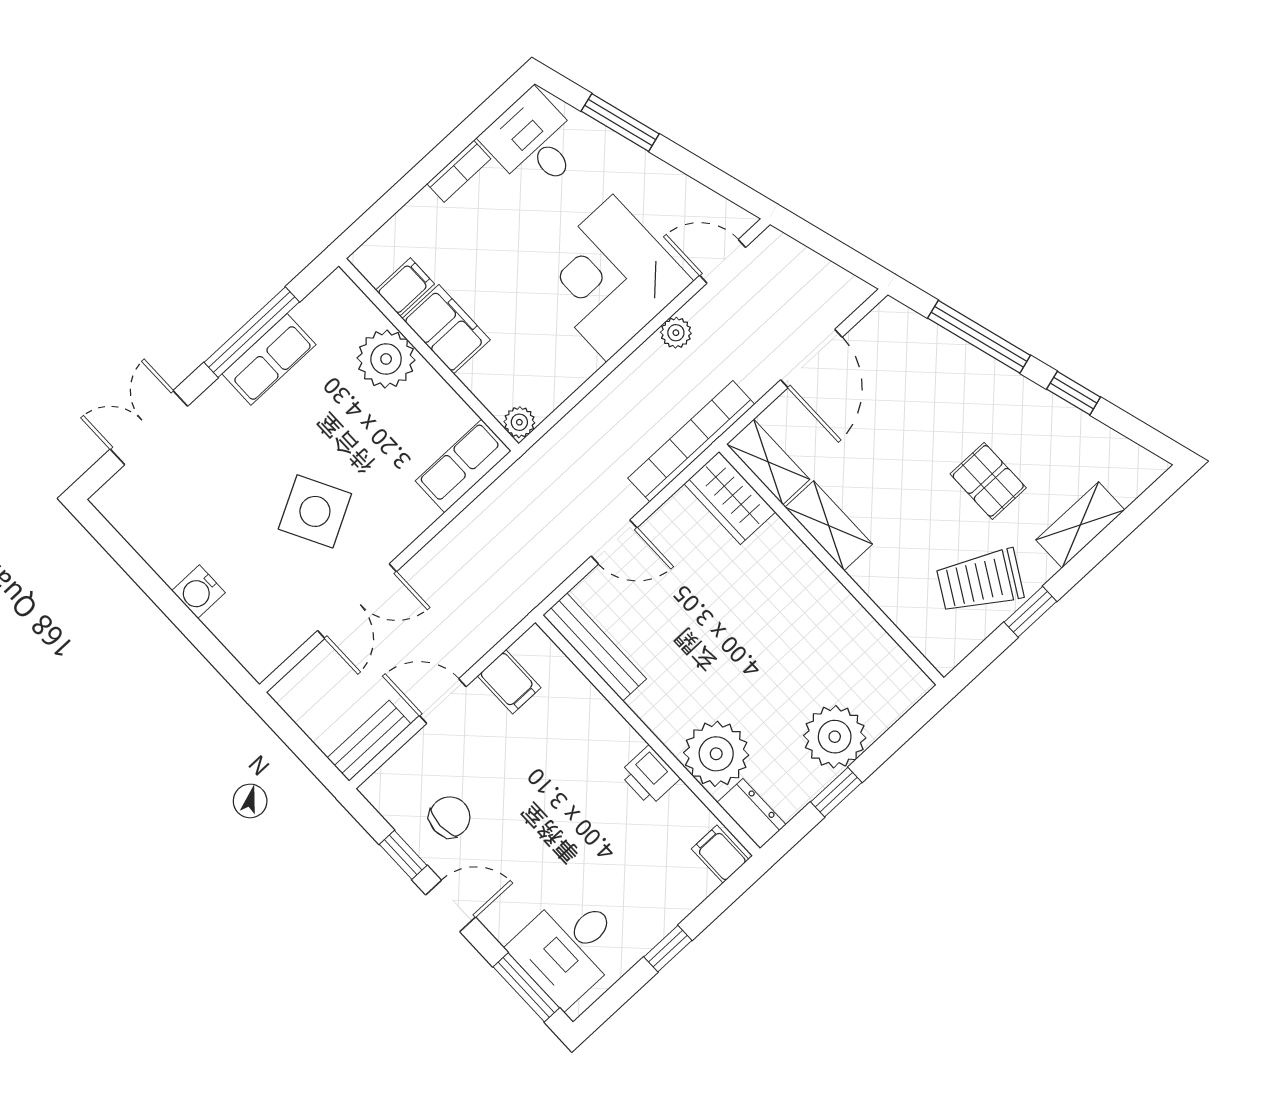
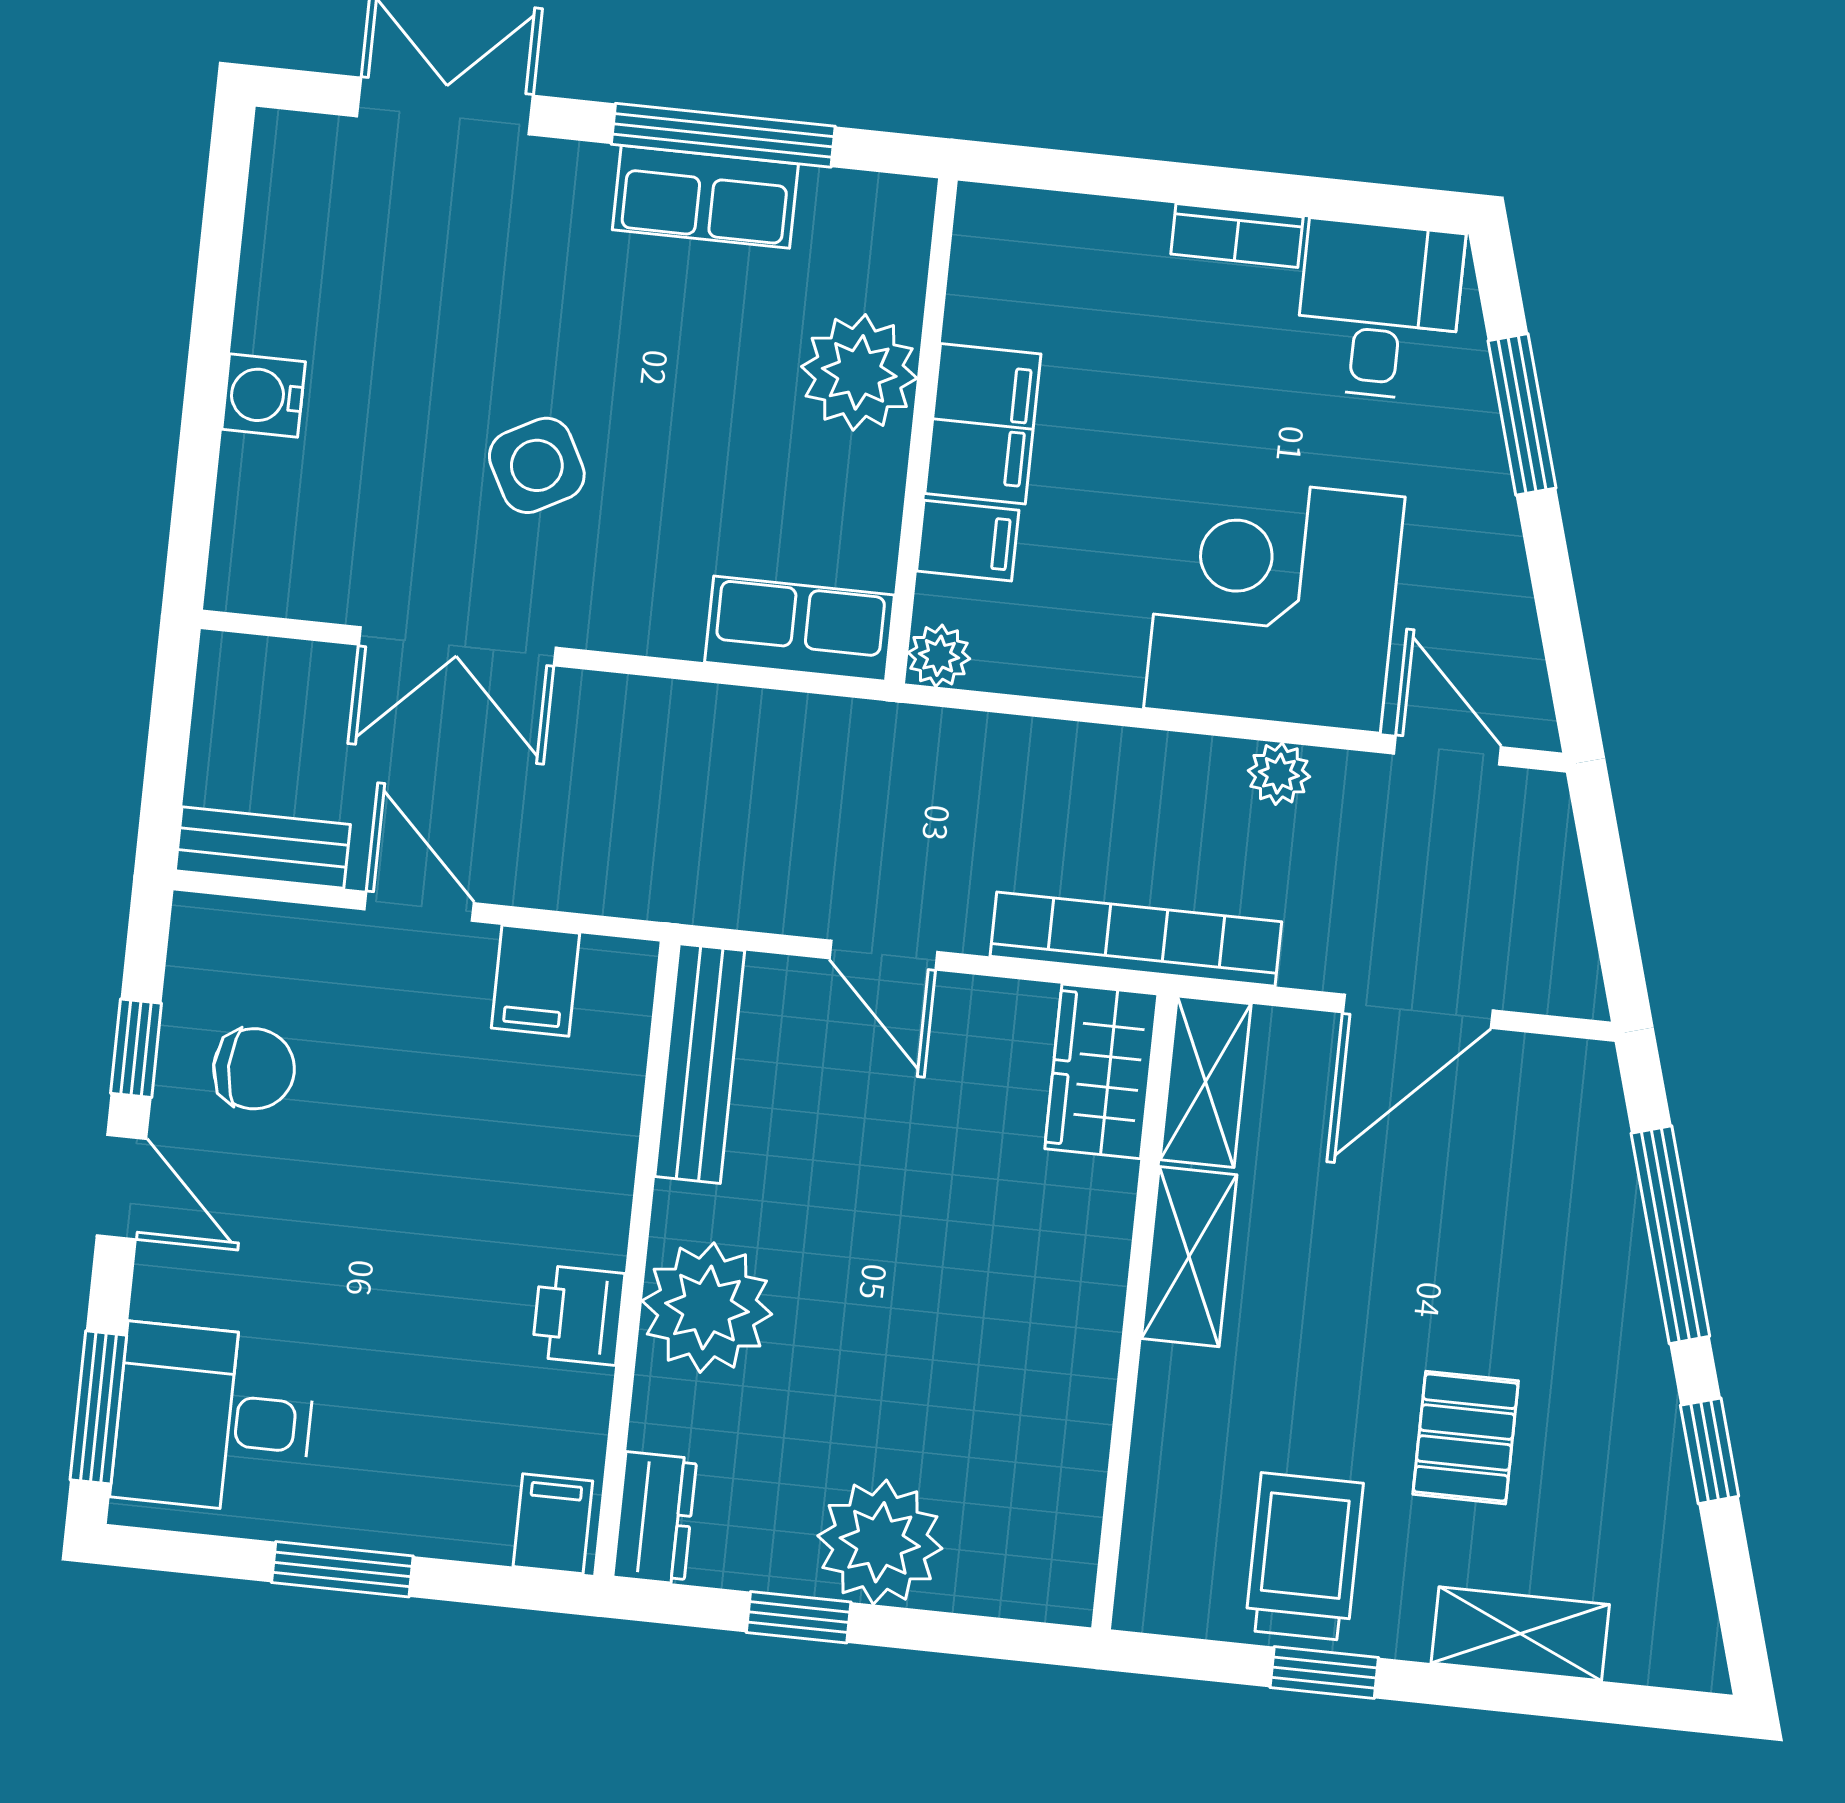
filing cabinet: (405, 287) -> (968, 541), moved
side table: (315, 511) -> (537, 465), width x0.73, depth x0.73
trolley: (980, 581) -> (1304, 1557), turned 60
plant: (716, 754) -> (707, 1308), moved
window: (668, 949) -> (342, 1569), width x1.50

